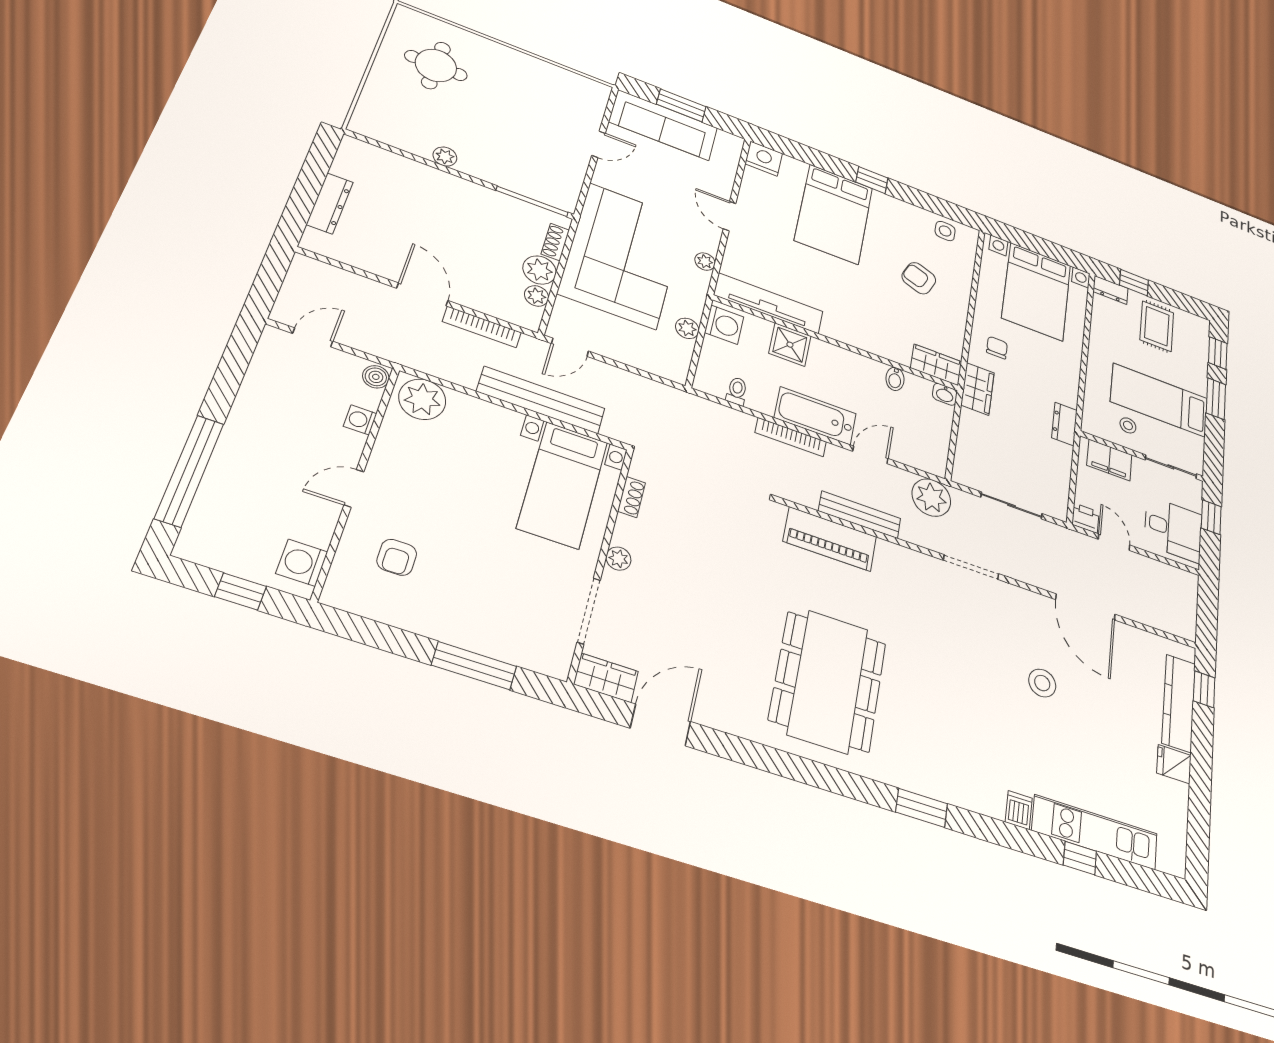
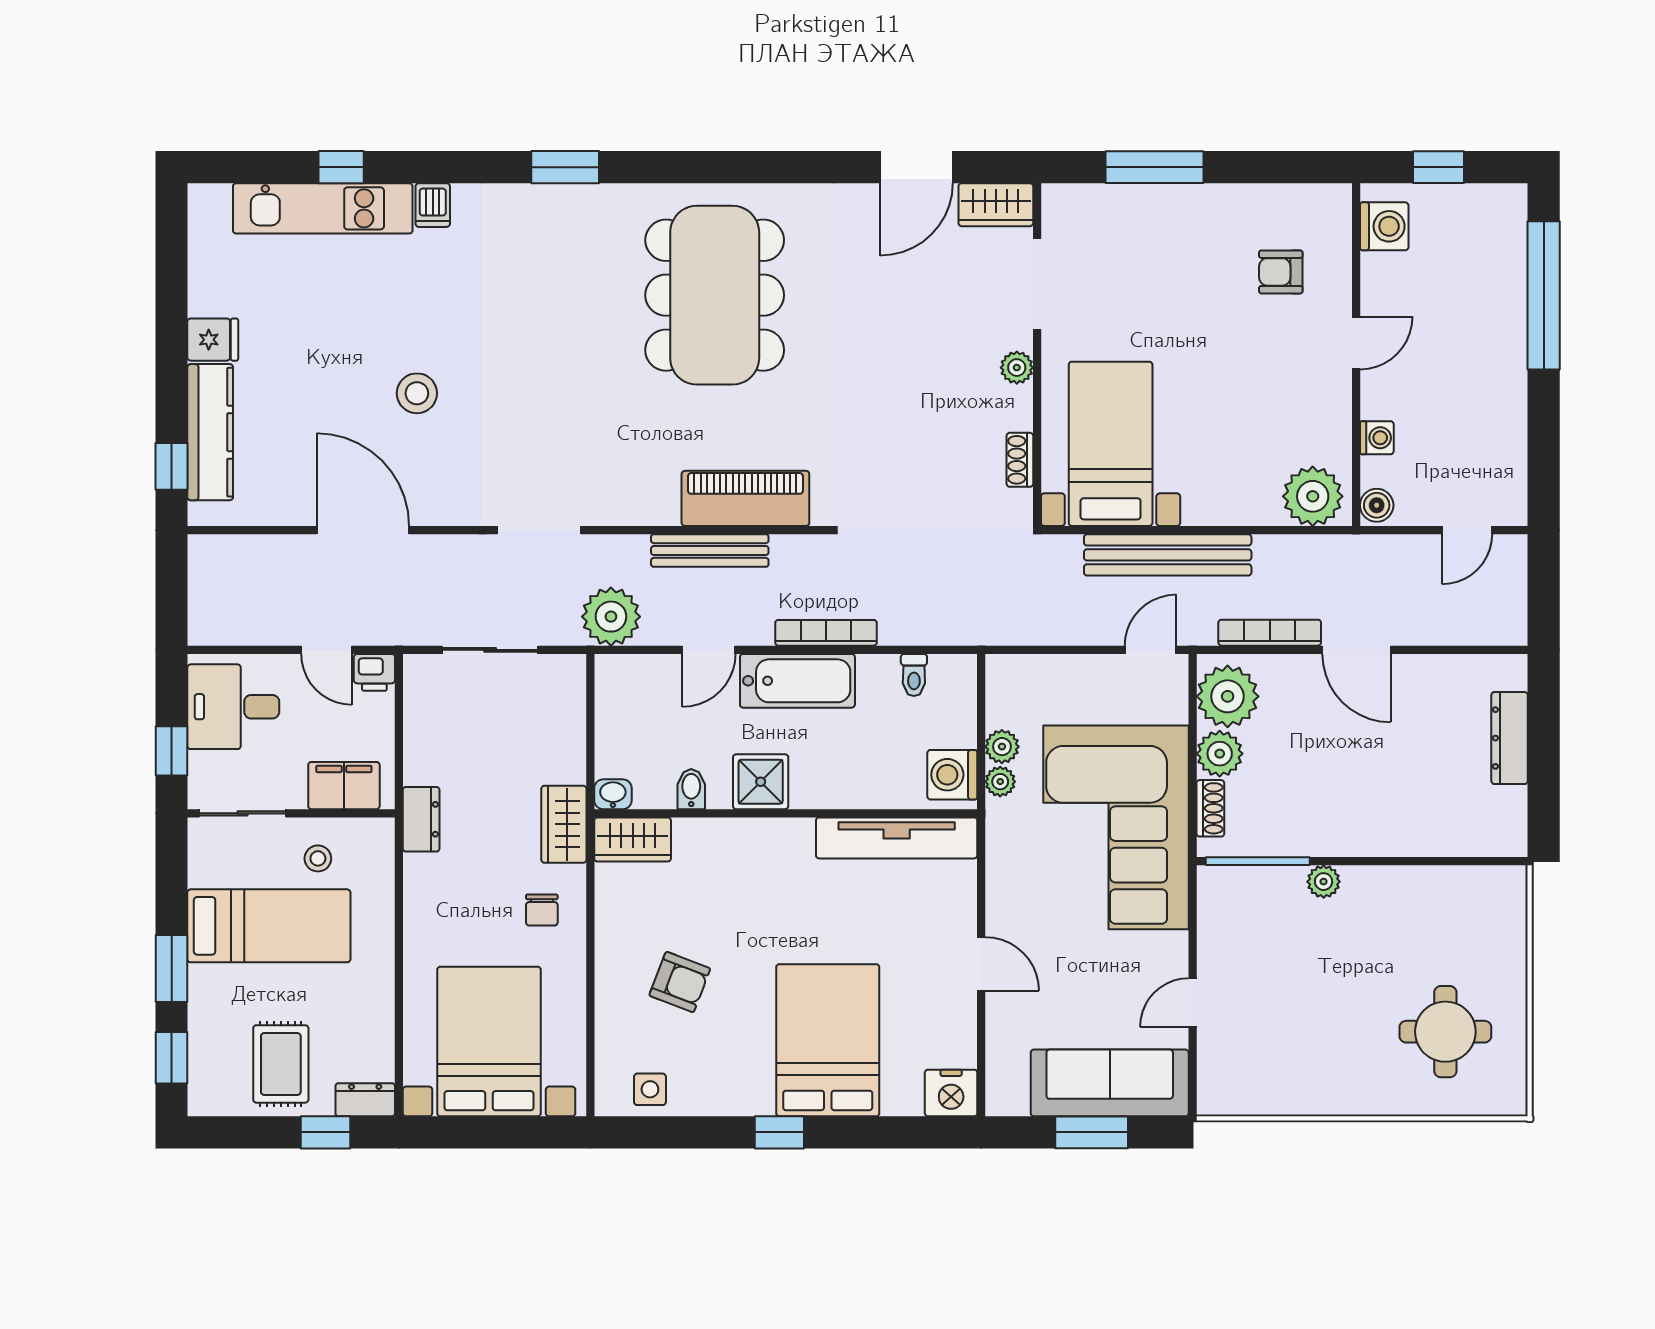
plant: (445, 157) -> (1324, 882), moved
plant: (705, 262) -> (1000, 782), moved
plant: (537, 296) -> (1228, 696), width x1.87, depth x1.87
shower: (790, 345) -> (761, 782), moved
armchair: (397, 557) -> (1281, 272), turned -90

